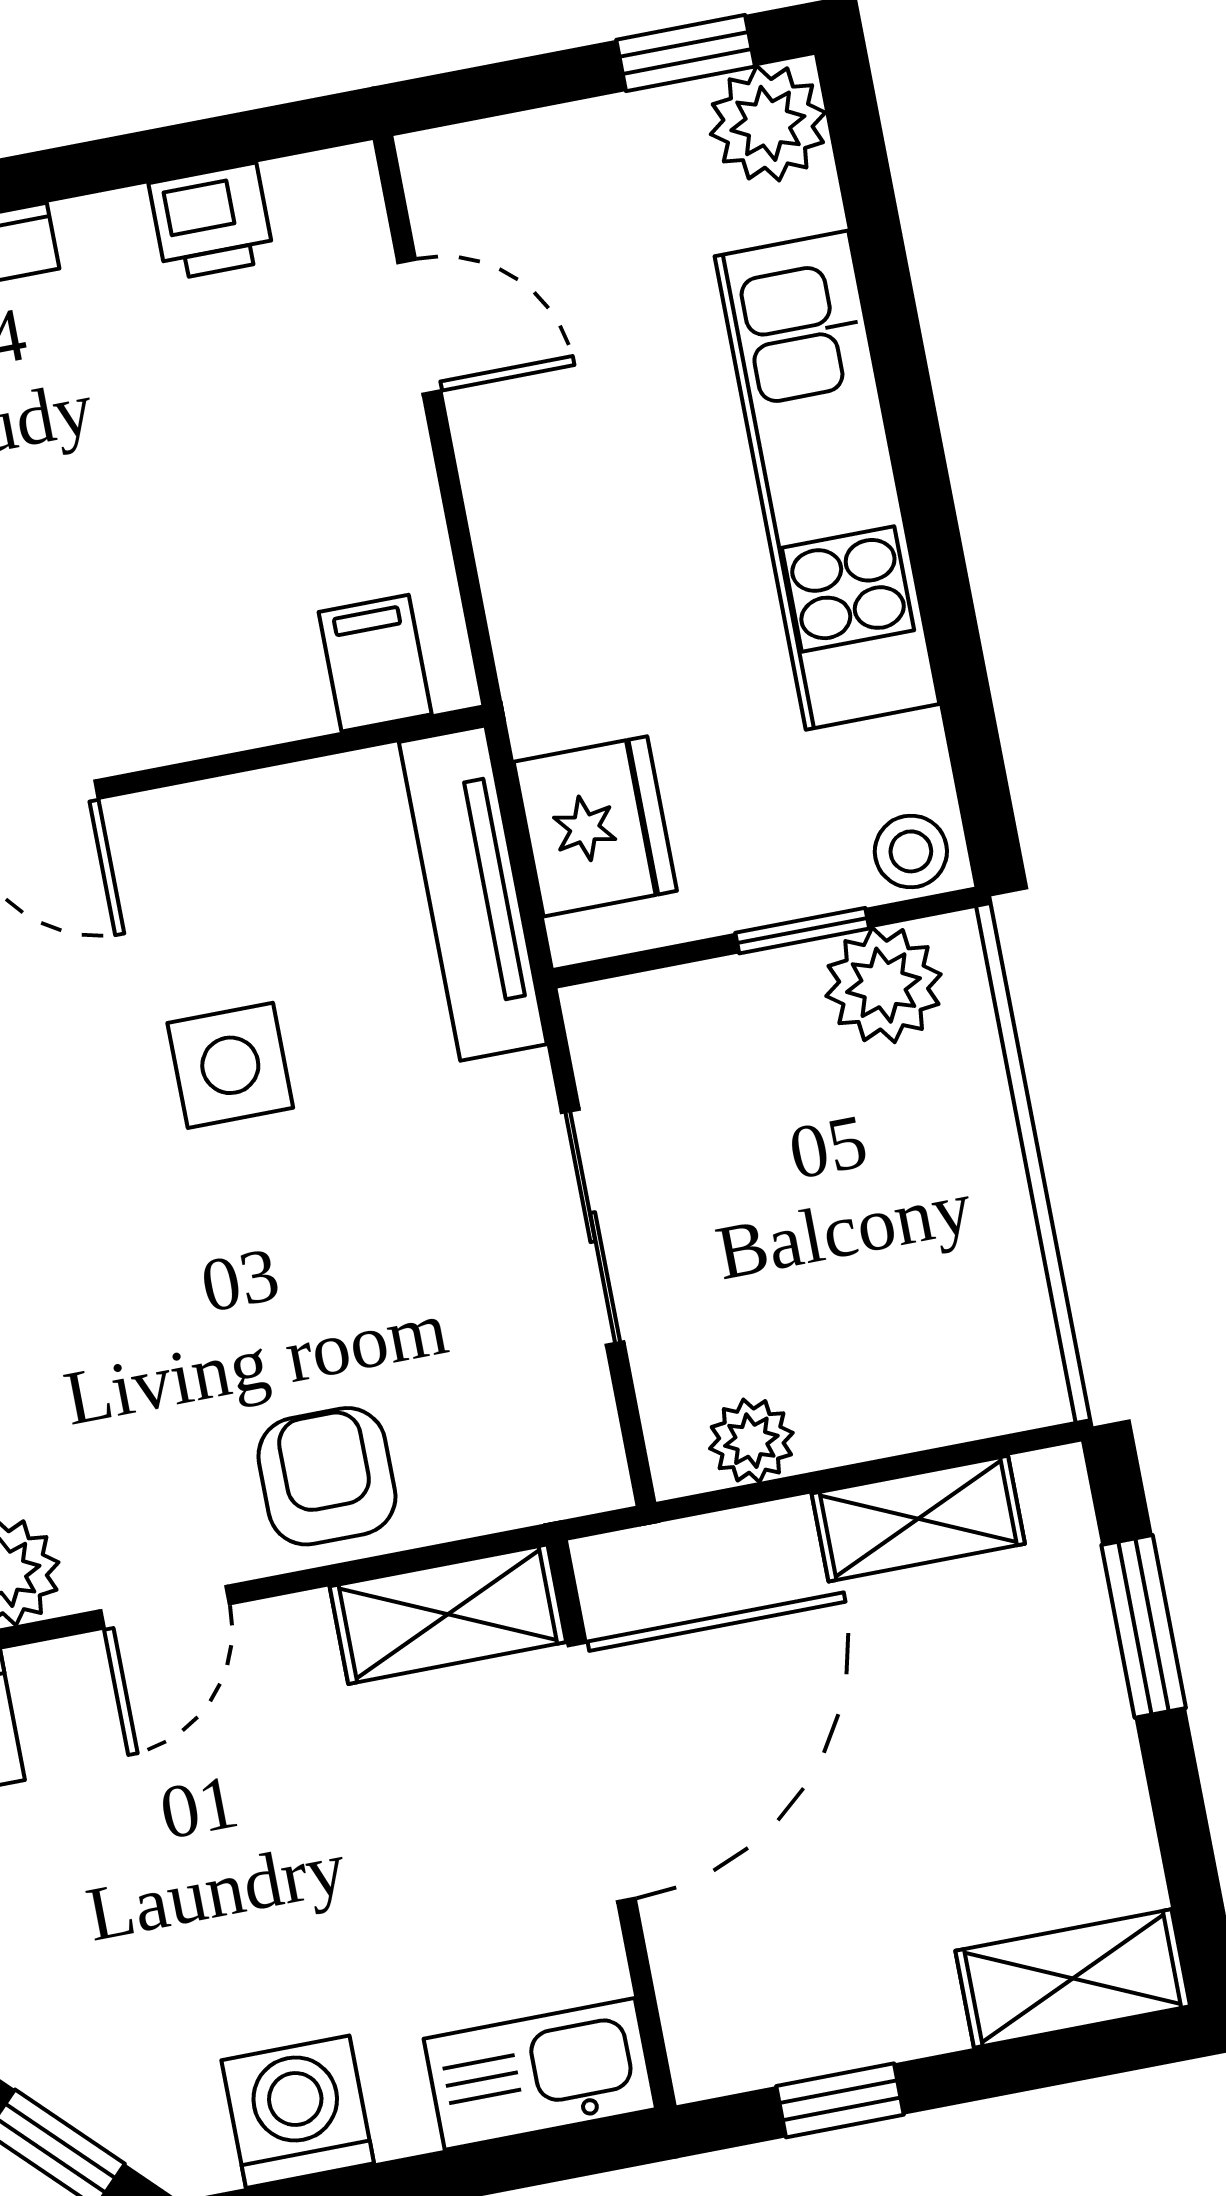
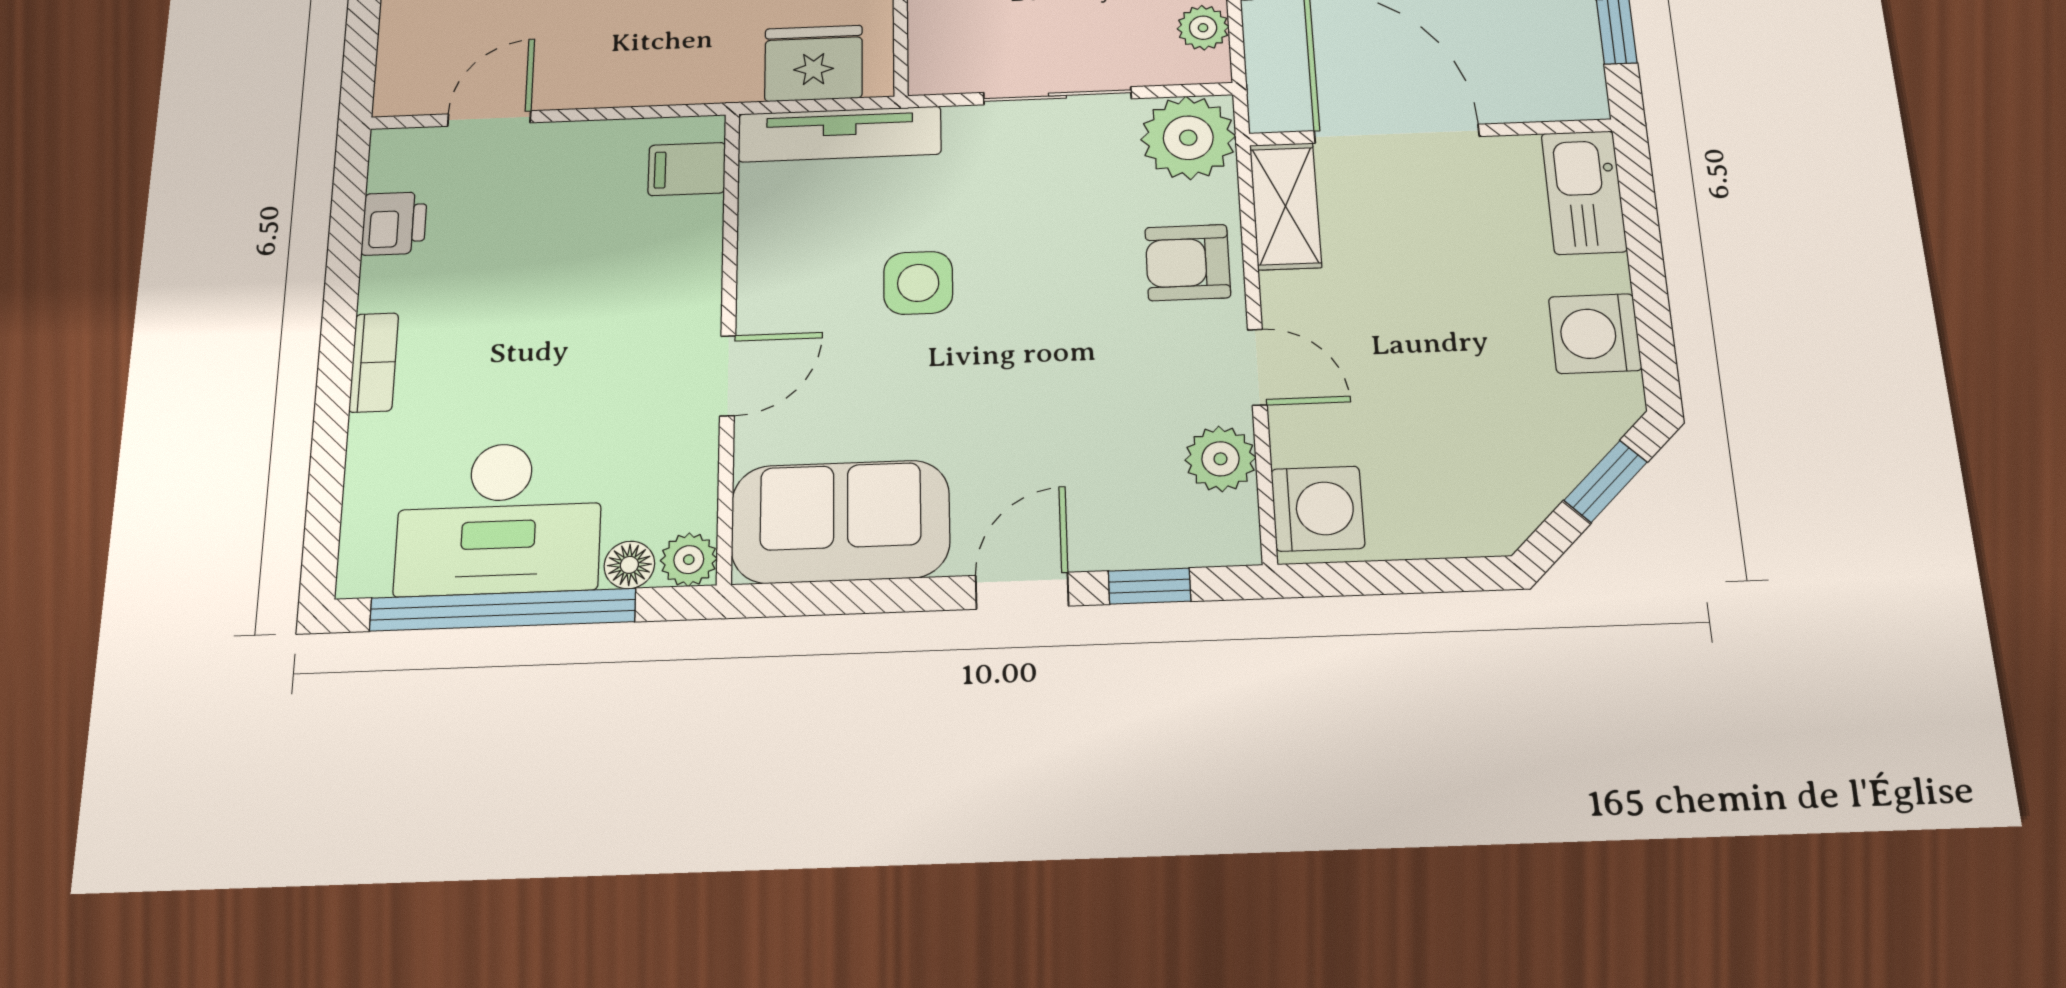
plant: (547, 1446) -> (1188, 138), added

